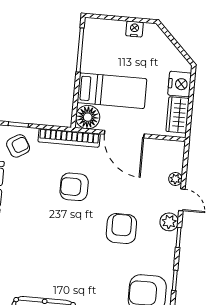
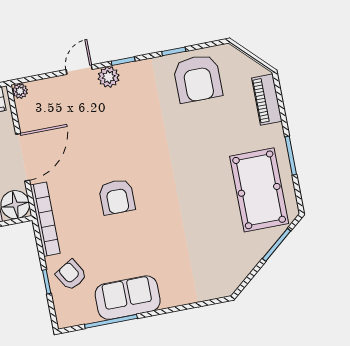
plant: (175, 179) -> (20, 91), moved
armchair: (74, 187) -> (117, 197), moved
armchair: (121, 229) -> (132, 129), removed

